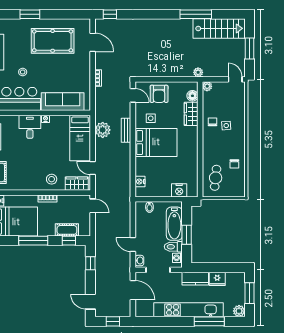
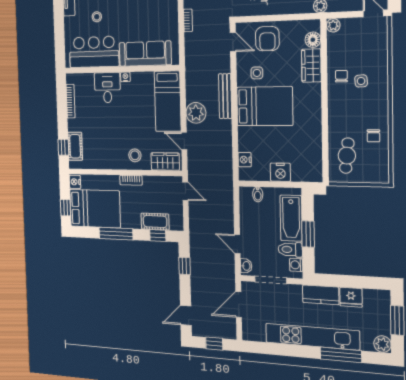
plant: (103, 130) -> (196, 113), moved
bench: (126, 130) -> (225, 96), width x1.36
nightstand: (179, 190) -> (280, 172), moved
door: (133, 290) -> (239, 305), swing flipped
door: (90, 302) -> (186, 316), hinge flipped

